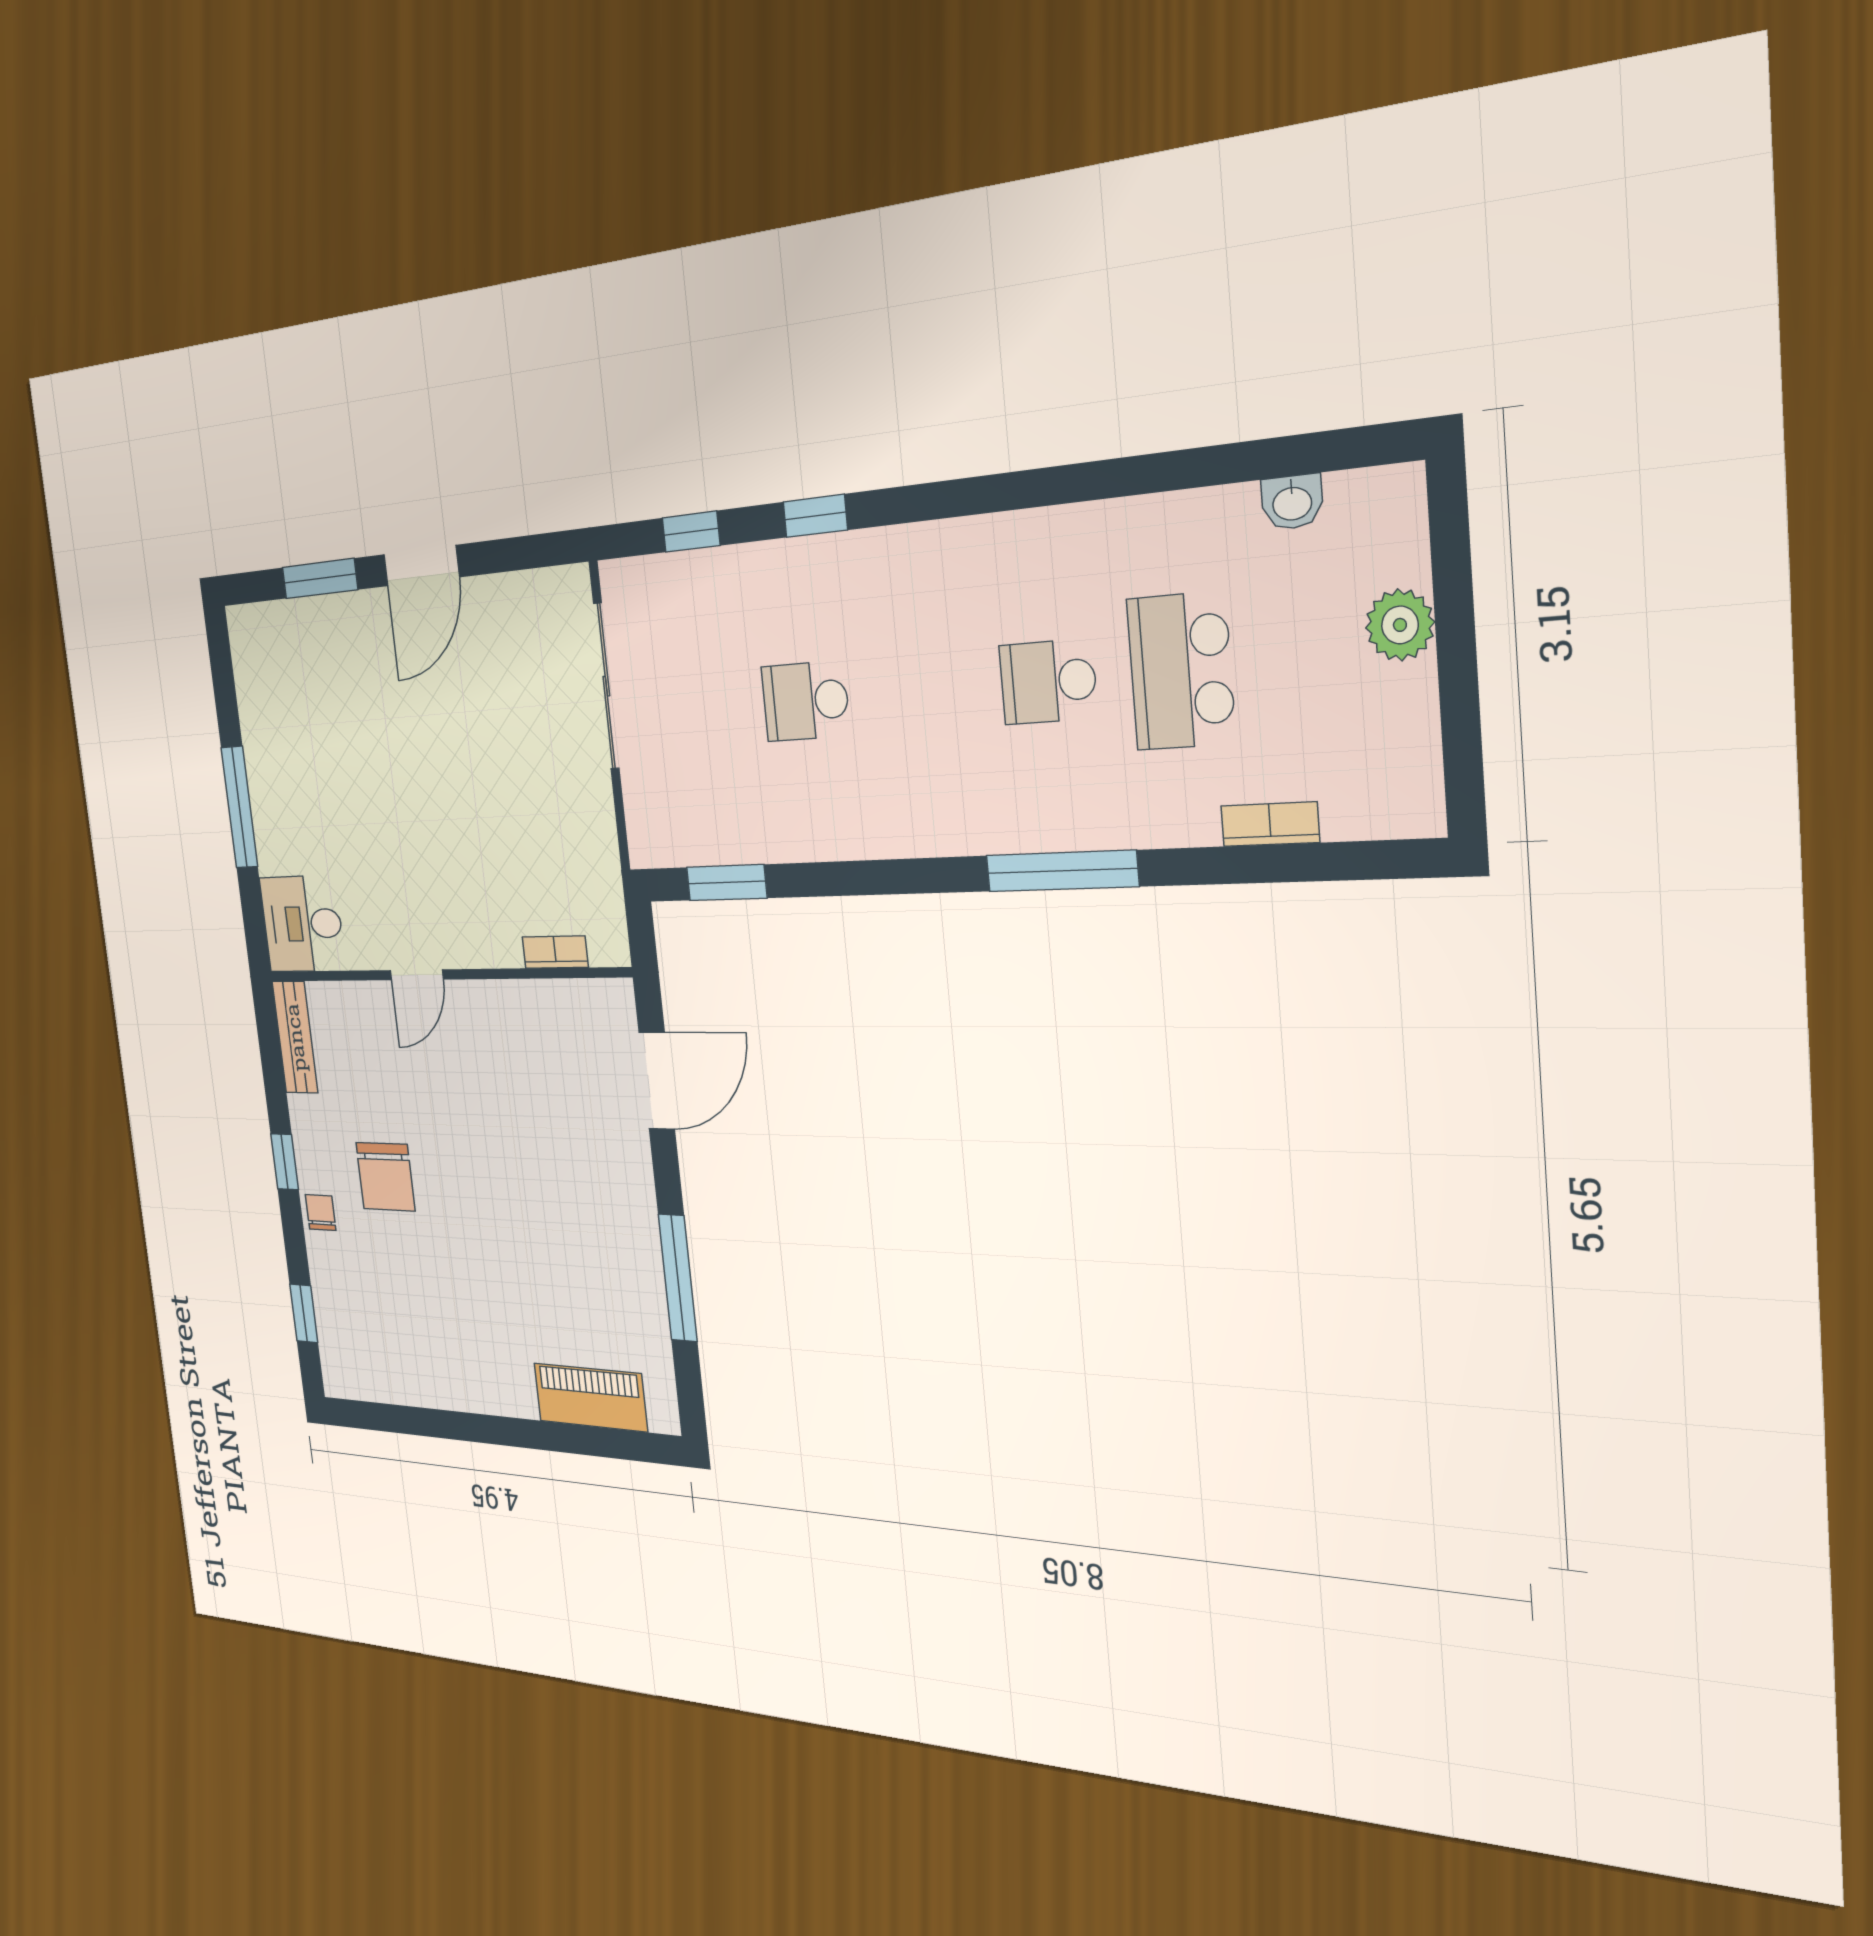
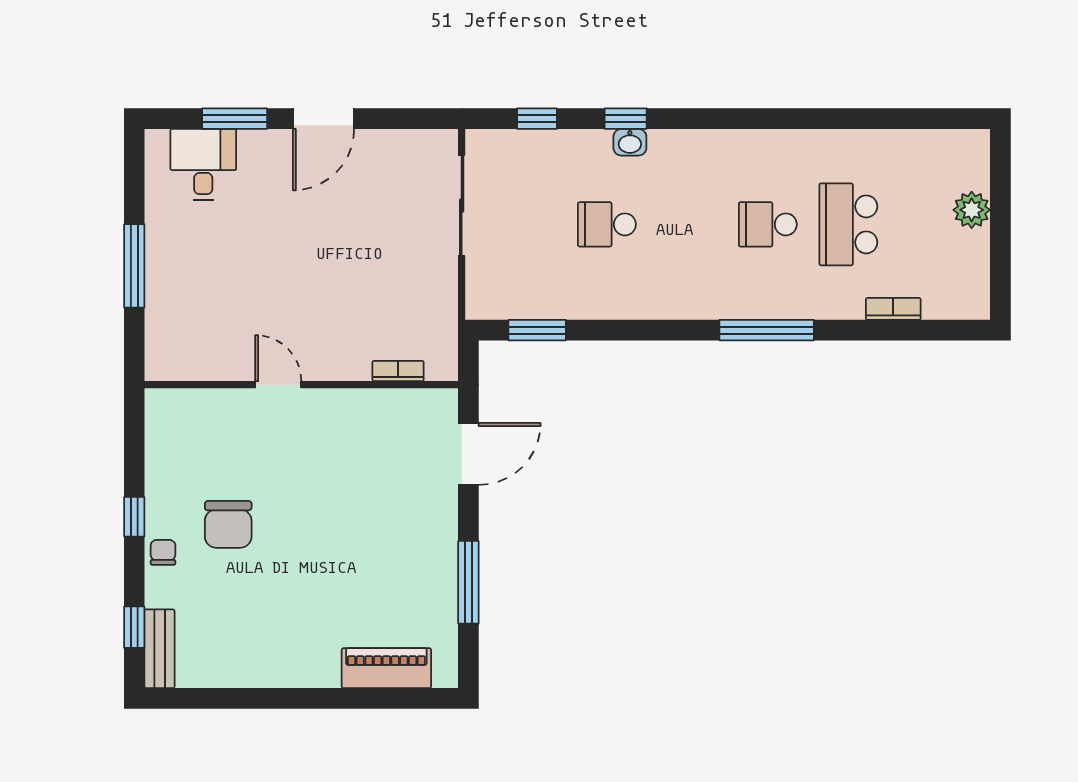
washbasin: (1292, 502) -> (630, 142), moved
desk: (302, 924) -> (203, 164), moved, turned 90
door: (417, 975) -> (278, 385), swing flipped
bench: (295, 1037) -> (160, 649), moved

